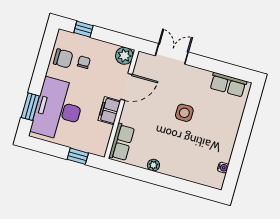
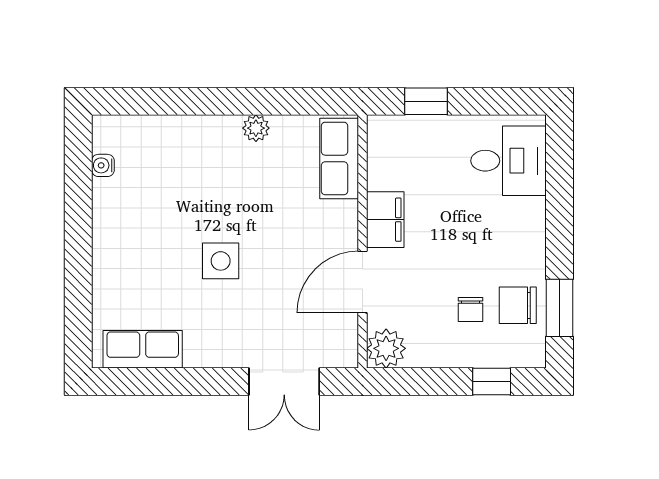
window: (30, 107) -> (560, 308), moved
desk: (58, 109) -> (509, 161), width x0.53, depth x0.77

